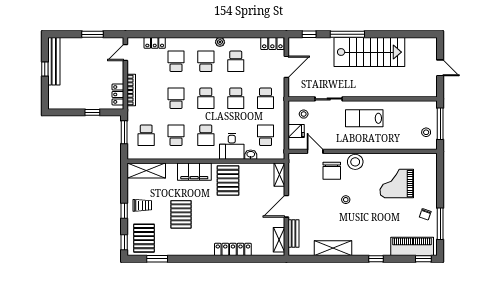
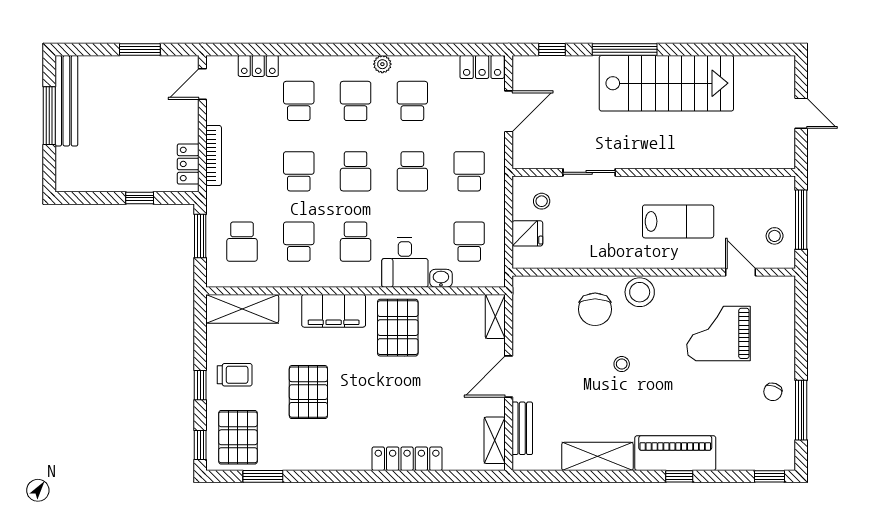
school desk: (236, 61) -> (412, 101), turned 180
window: (45, 69) -> (49, 116), width x2.17
school desk: (266, 98) -> (469, 171), turned 180
lab bench: (364, 118) -> (678, 221), moved, turned 180
door: (315, 151) -> (740, 272), moved
piano: (412, 246) -> (675, 453), moved

